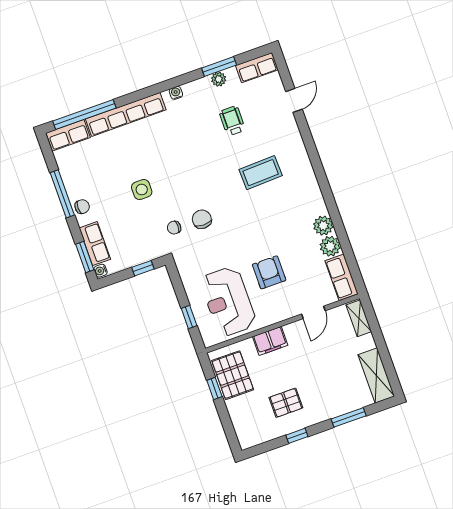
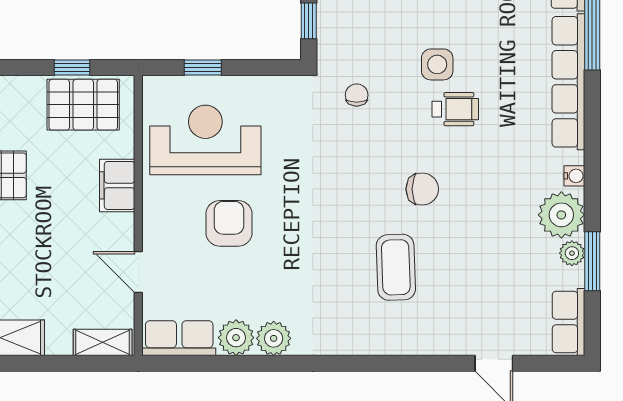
plant: (200, 92) -> (561, 215), added
wheelchair: (232, 121) -> (455, 109), moved
chair: (202, 219) -> (422, 189), moved
armchair: (269, 272) -> (229, 223), turned -90

